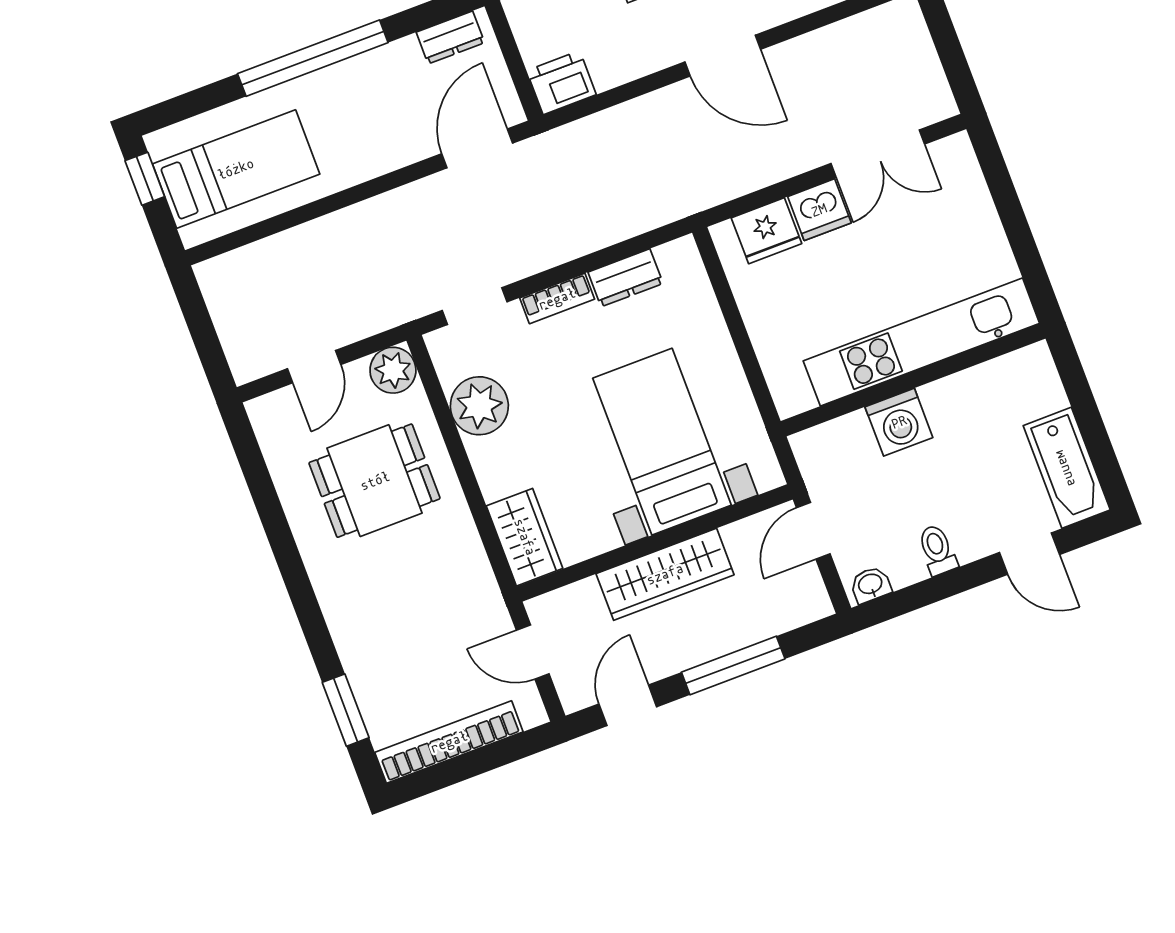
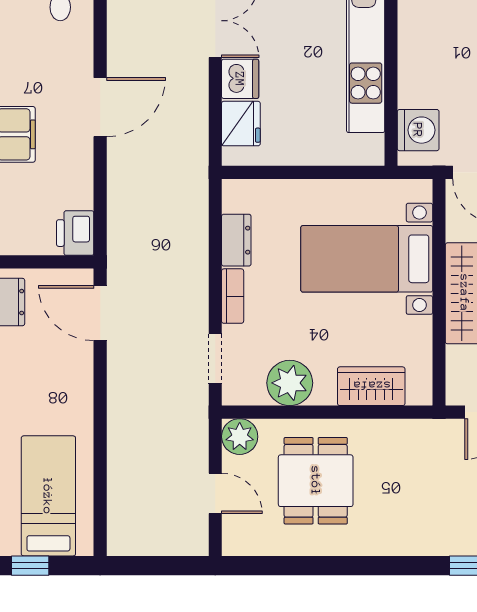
washing machine: (899, 422) -> (418, 130), moved
wardrobe: (525, 537) -> (371, 386), moved

